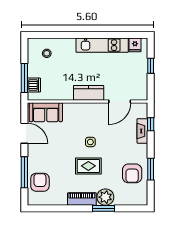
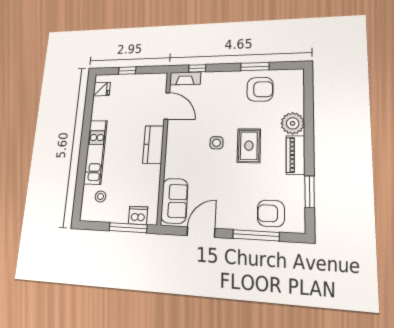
kitchen unit: (102, 45) -> (95, 152), moved
fireplace: (142, 131) -> (185, 78), moved
window: (104, 208) -> (310, 192), moved

